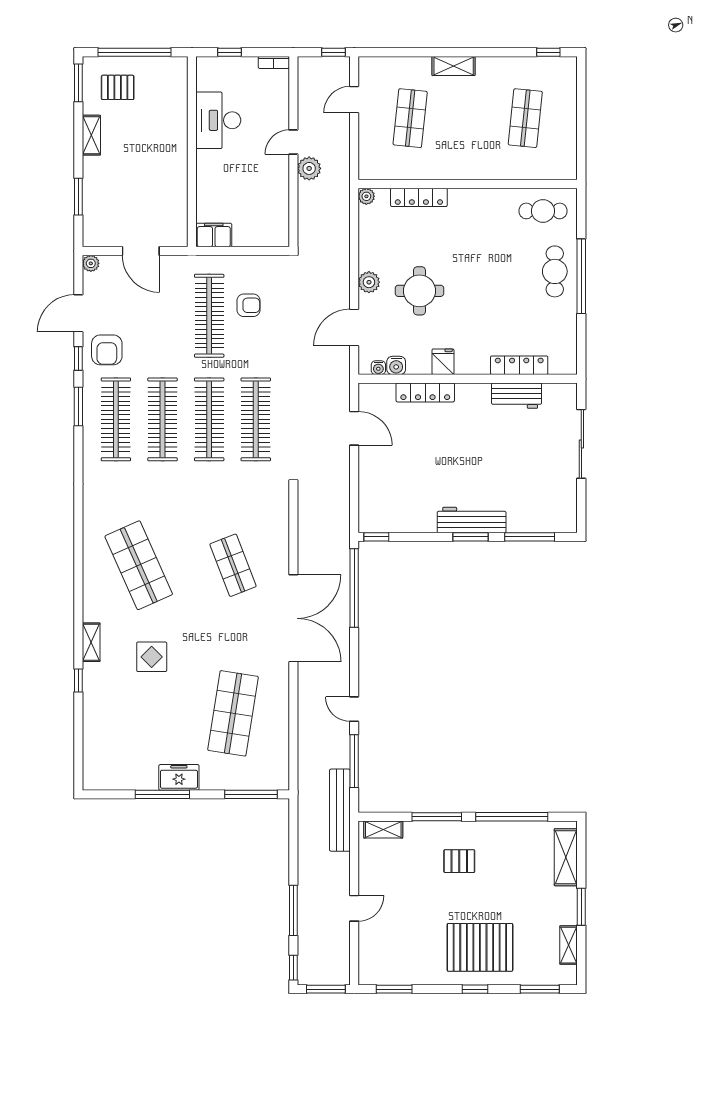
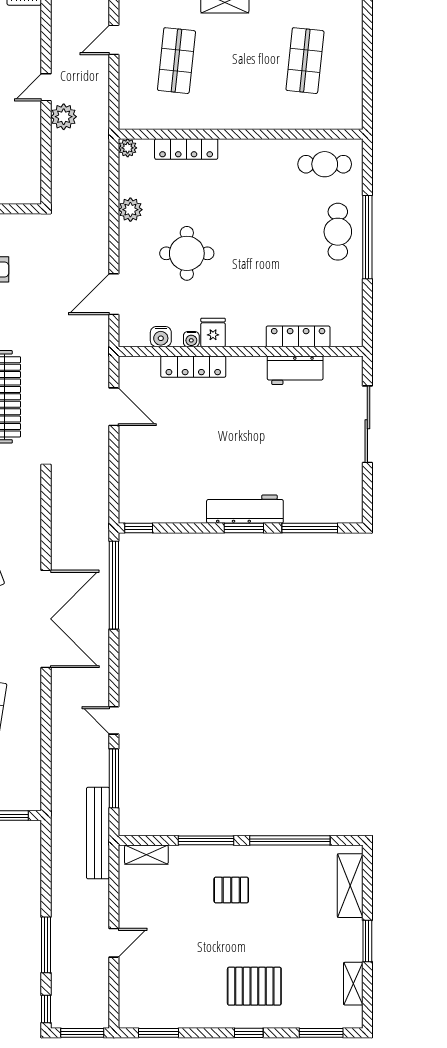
plant: (369, 282) -> (130, 210), moved
water cooler: (378, 368) -> (191, 339), moved
pallet: (480, 947) -> (254, 986), width x0.73, depth x0.71

